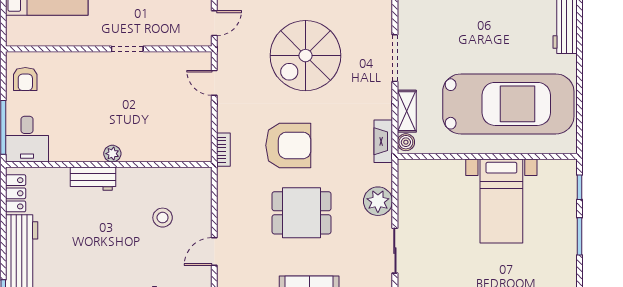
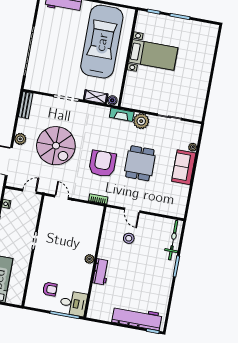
door: (214, 23) -> (30, 191), hinge flipped
armchair: (25, 79) -> (50, 289), moved
door: (214, 83) -> (62, 197), swing flipped
fireplace: (383, 141) -> (122, 115), moved
locker: (16, 193) -> (101, 315), removed
door: (214, 252) -> (132, 210), moved

